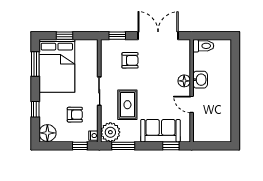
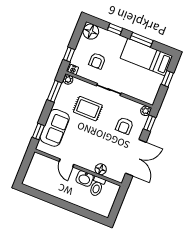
plant: (106, 45) -> (146, 111), added
toilet: (203, 46) -> (97, 186), moved
window: (35, 64) -> (141, 40), moved
bed: (57, 66) -> (146, 57), width x0.67
floor lamp: (184, 81) -> (101, 169), moved
door: (192, 104) -> (67, 163), swing flipped
plant: (110, 132) -> (68, 80), width x0.53, depth x0.53

